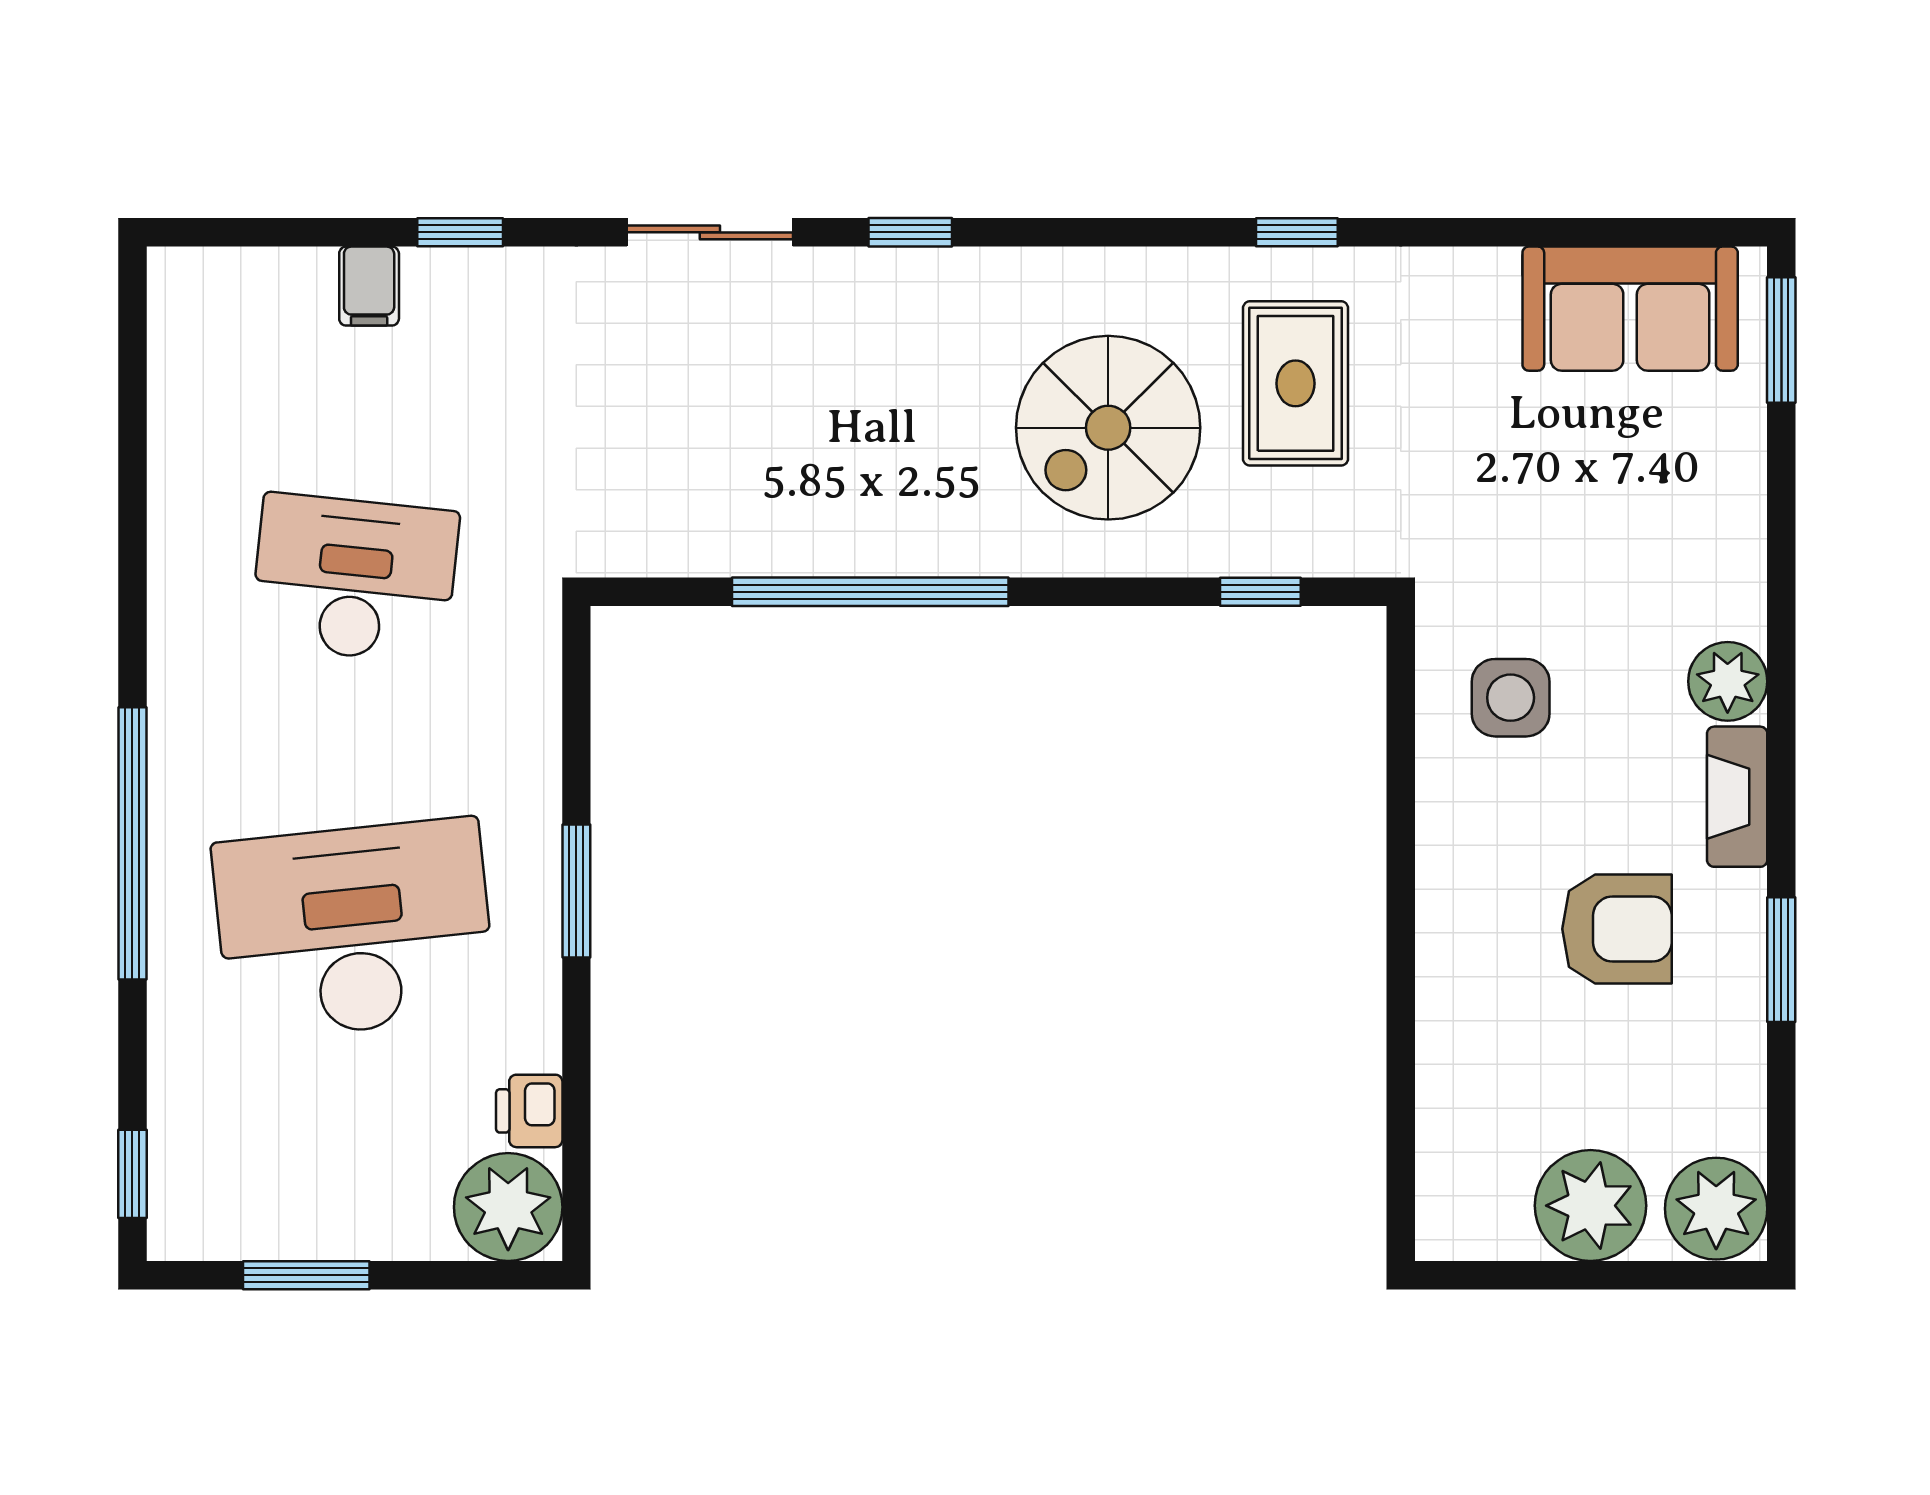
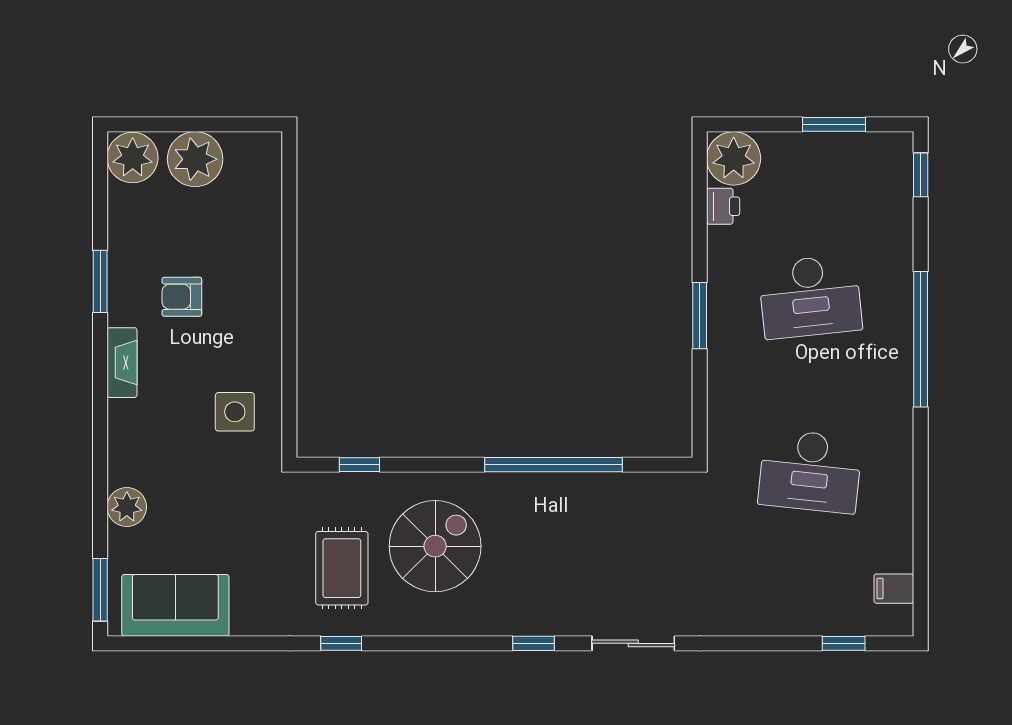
window: (460, 232) -> (844, 643), moved
filing cabinet: (369, 286) -> (894, 589), moved, turned -90
plant: (1728, 681) -> (127, 507), moved
desk: (354, 929) -> (810, 297), width x0.73, depth x0.77
armchair: (1617, 929) -> (182, 297), width x0.72, depth x0.72

